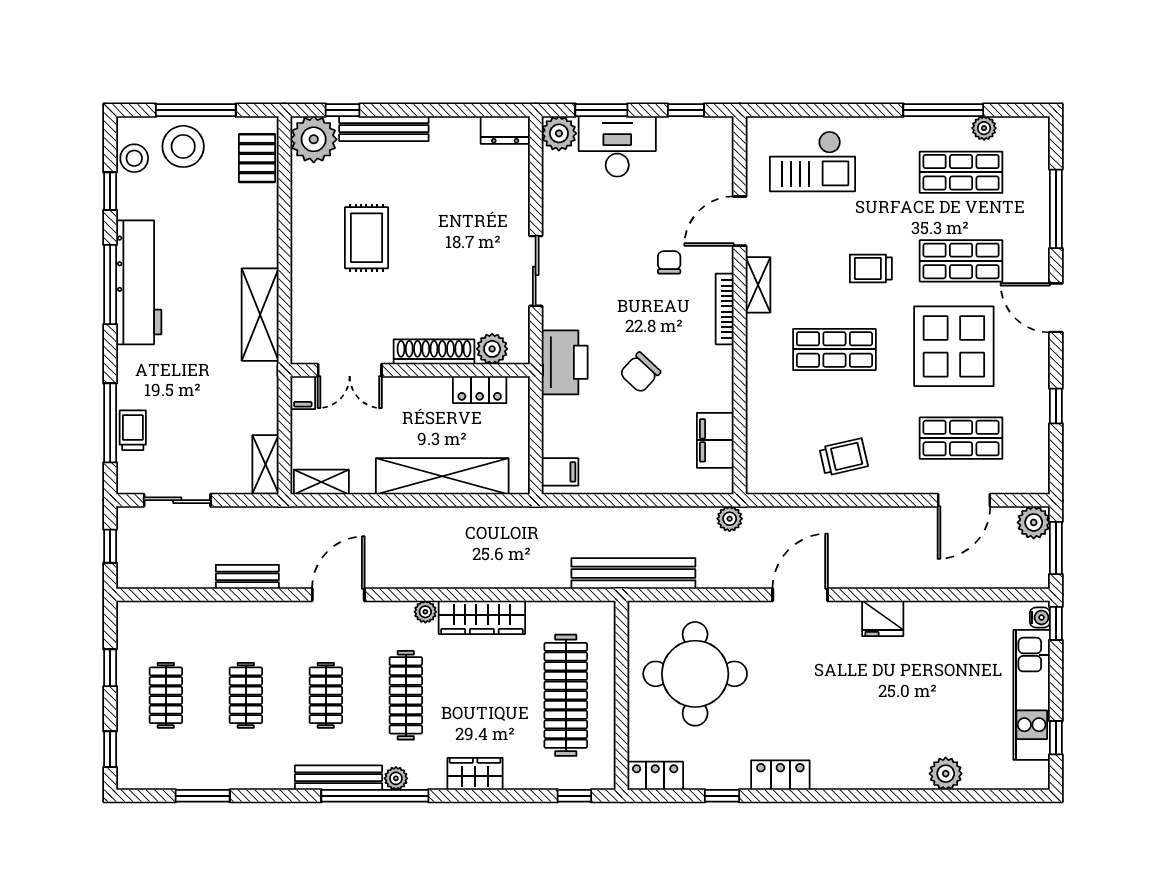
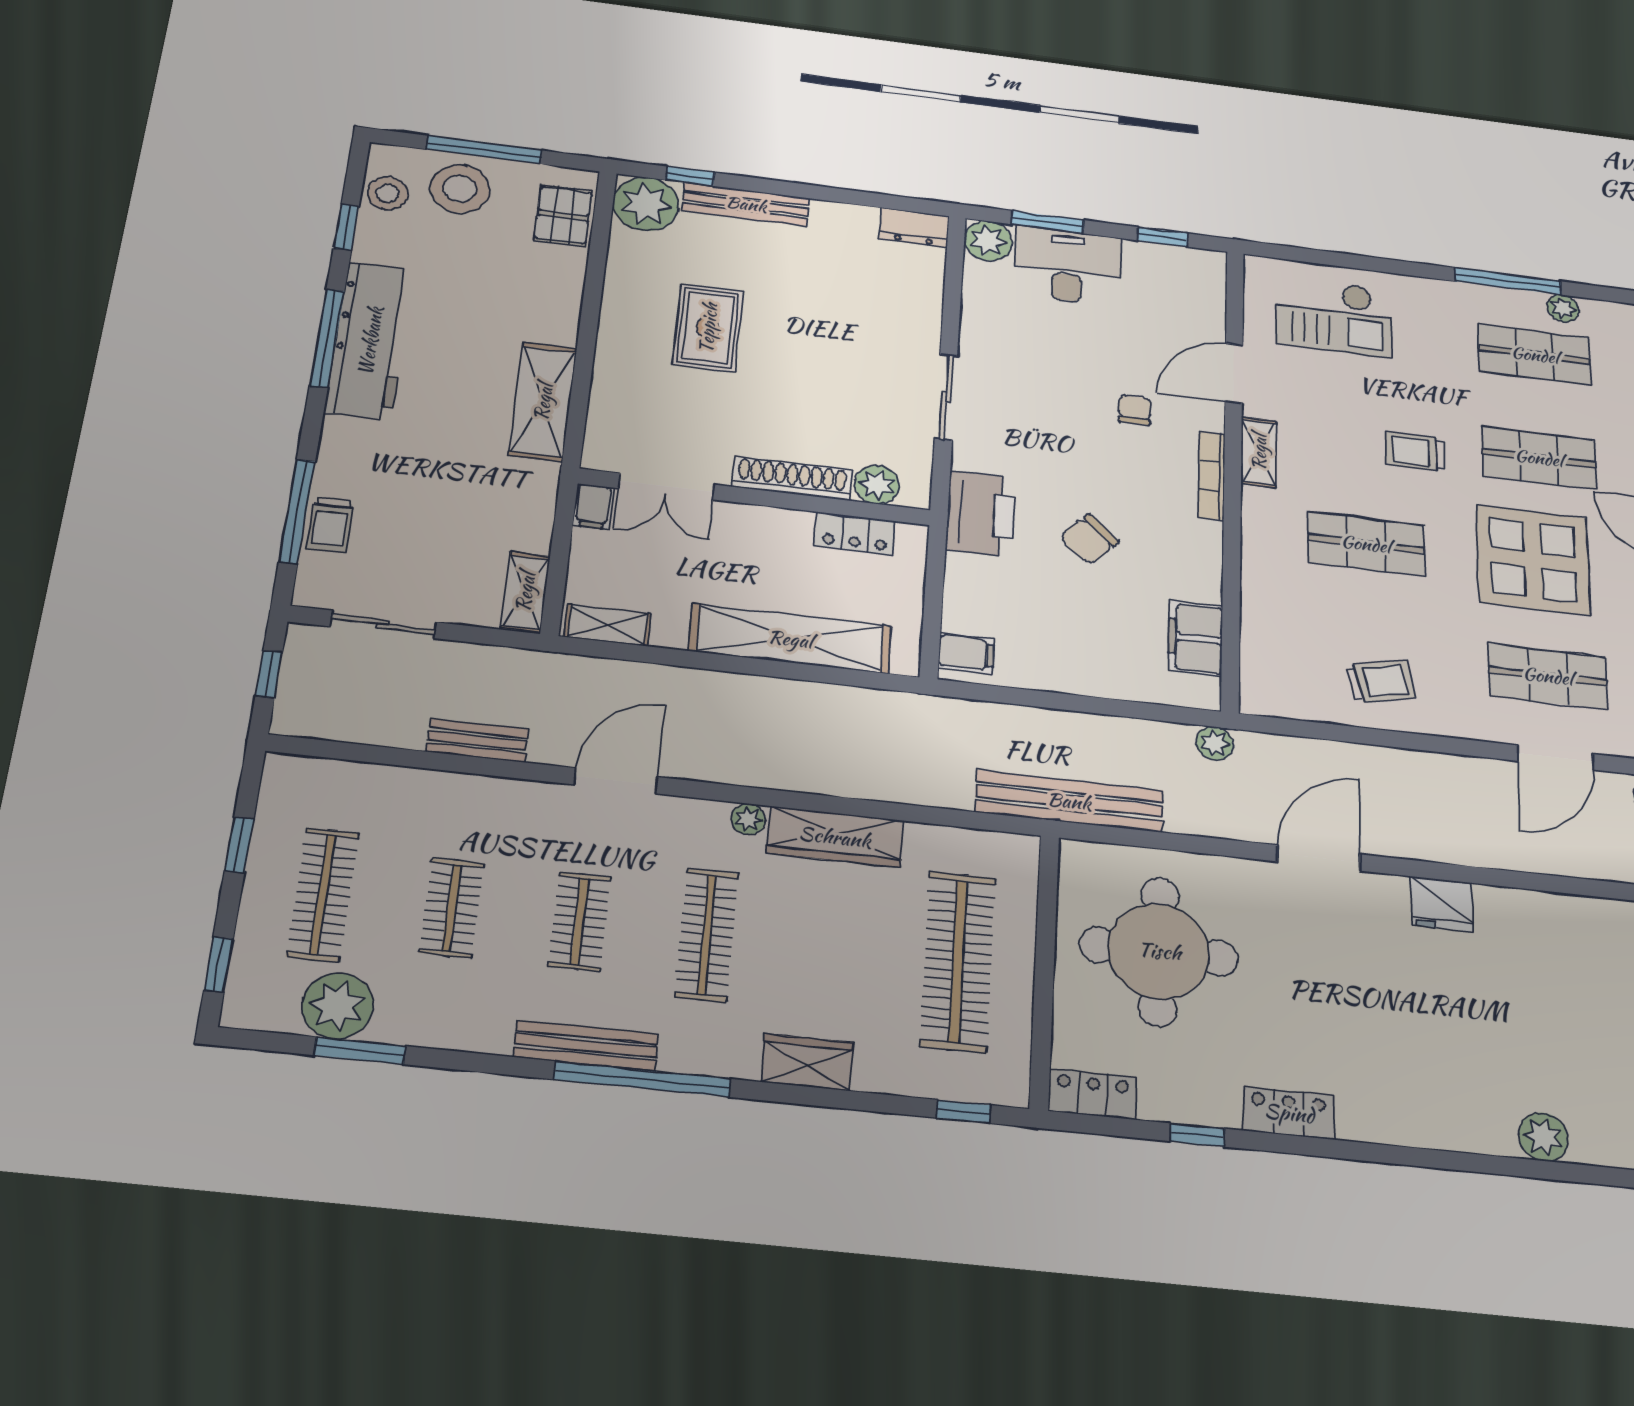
trolley: (133, 430) -> (330, 525), turned 180
clothes rail: (166, 695) -> (323, 894), width x1.36
plant: (396, 778) -> (338, 1006), moved, width x1.87, depth x1.87

